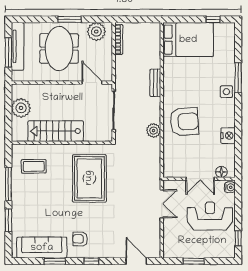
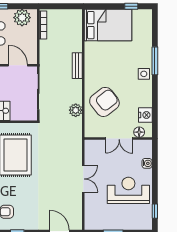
armchair: (184, 122) -> (104, 102), turned -34
floor lamp: (221, 172) -> (139, 132), moved
wall: (199, 179) -> (118, 139), moved
double door: (200, 179) -> (119, 139), moved

